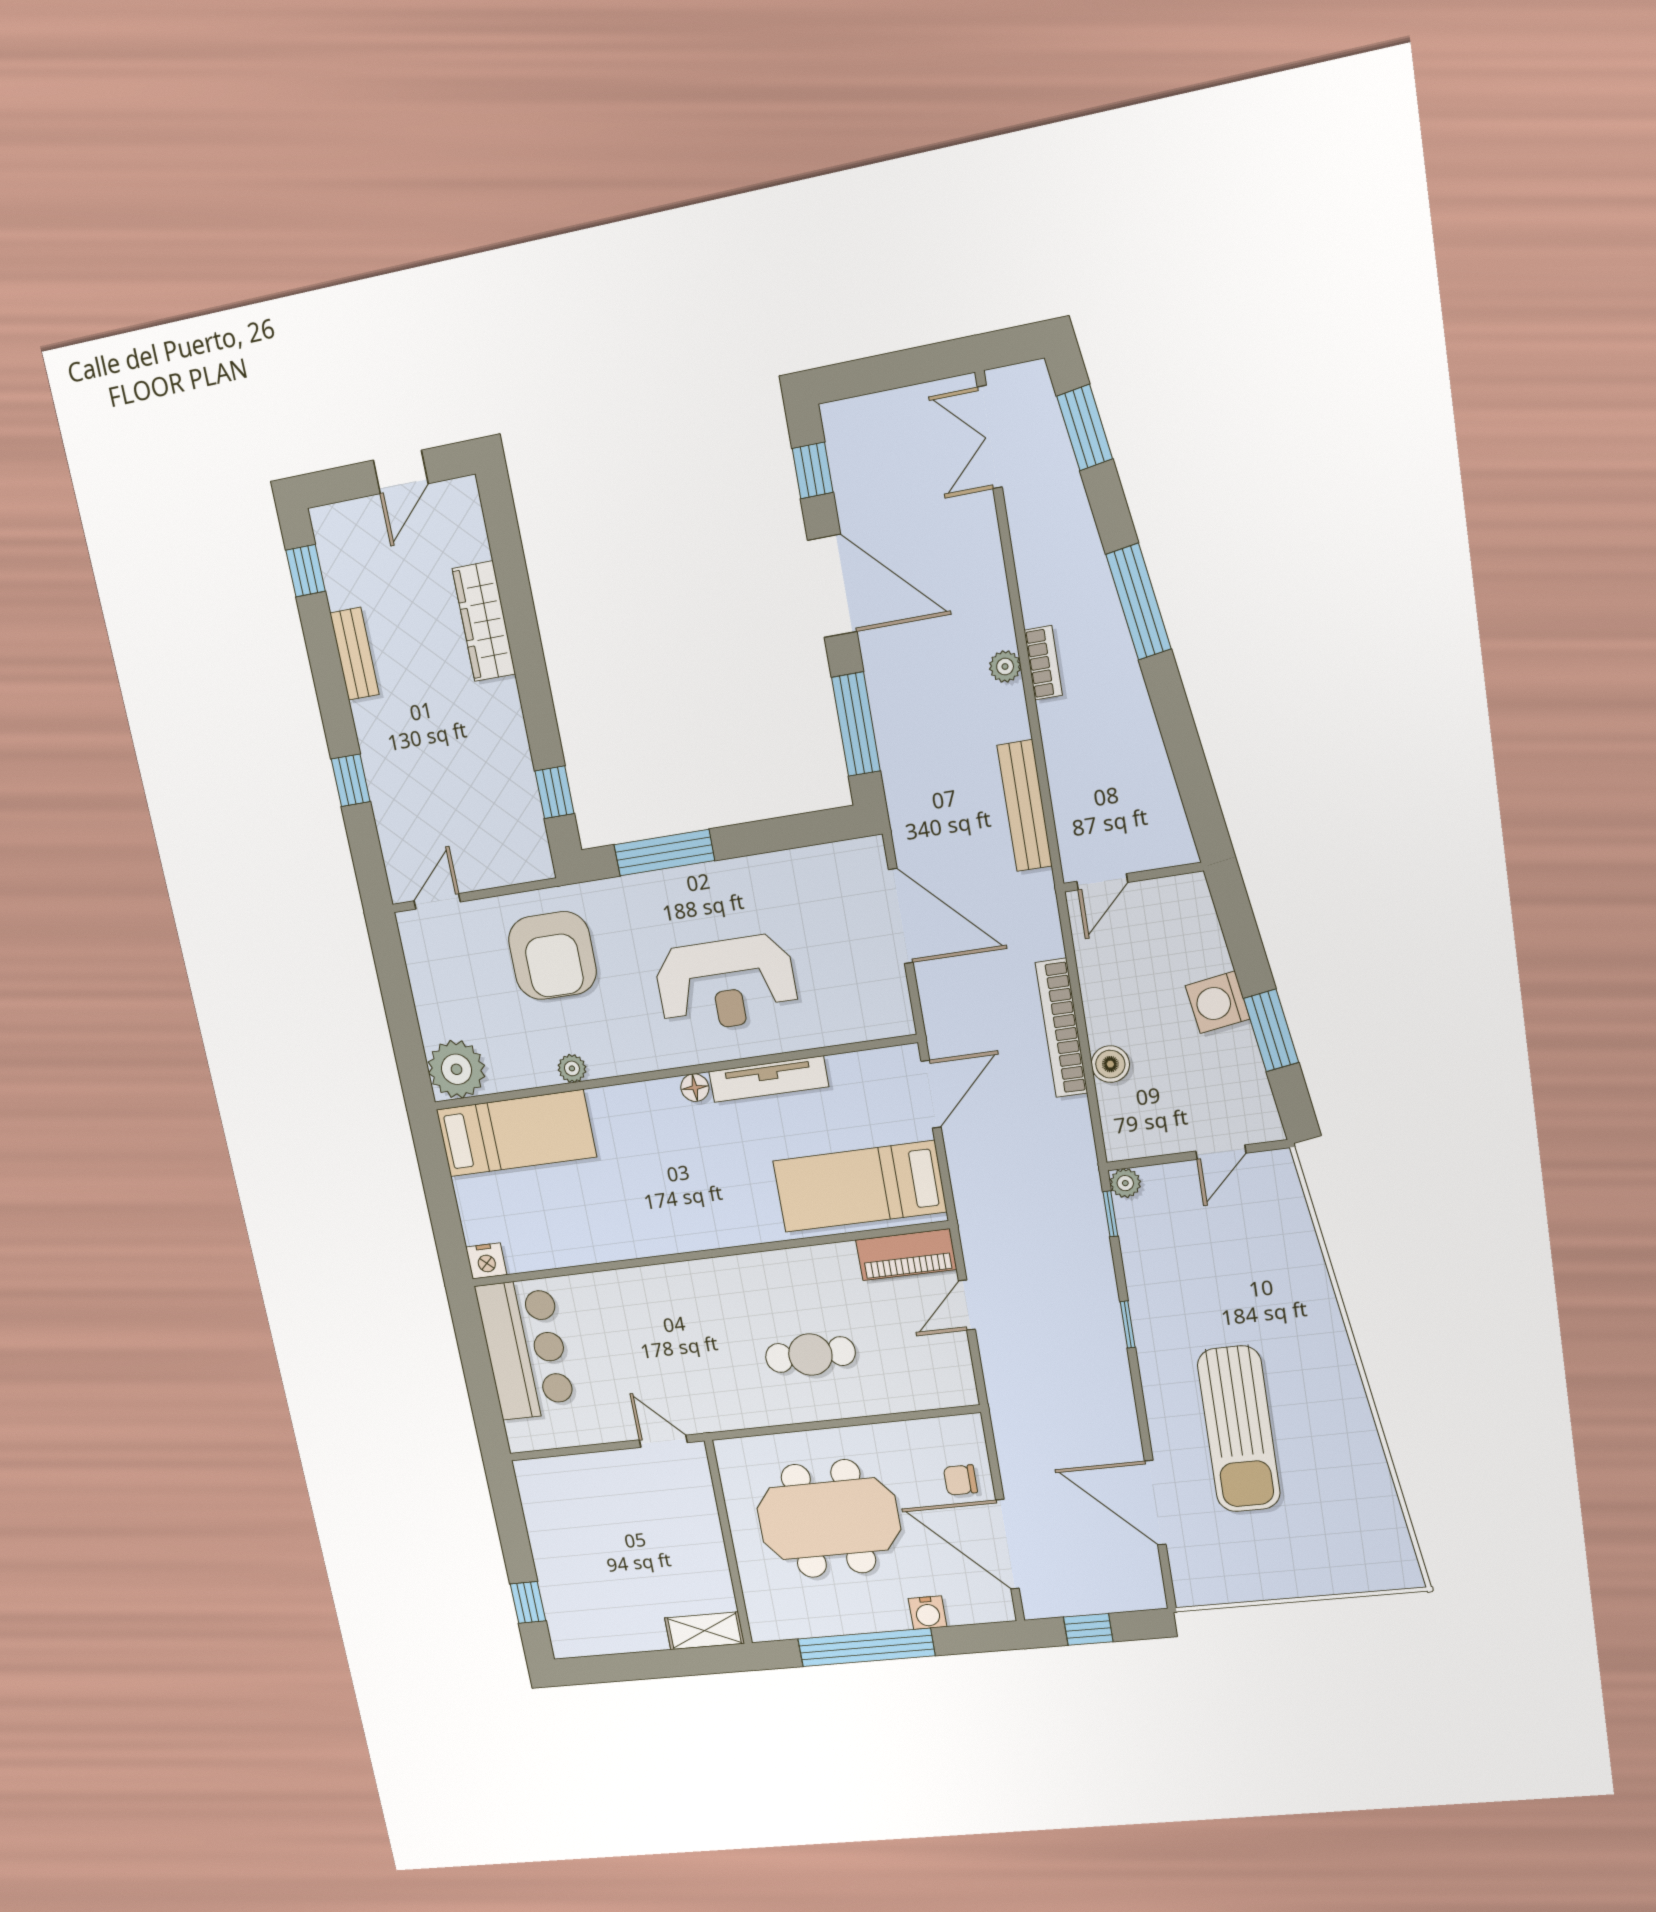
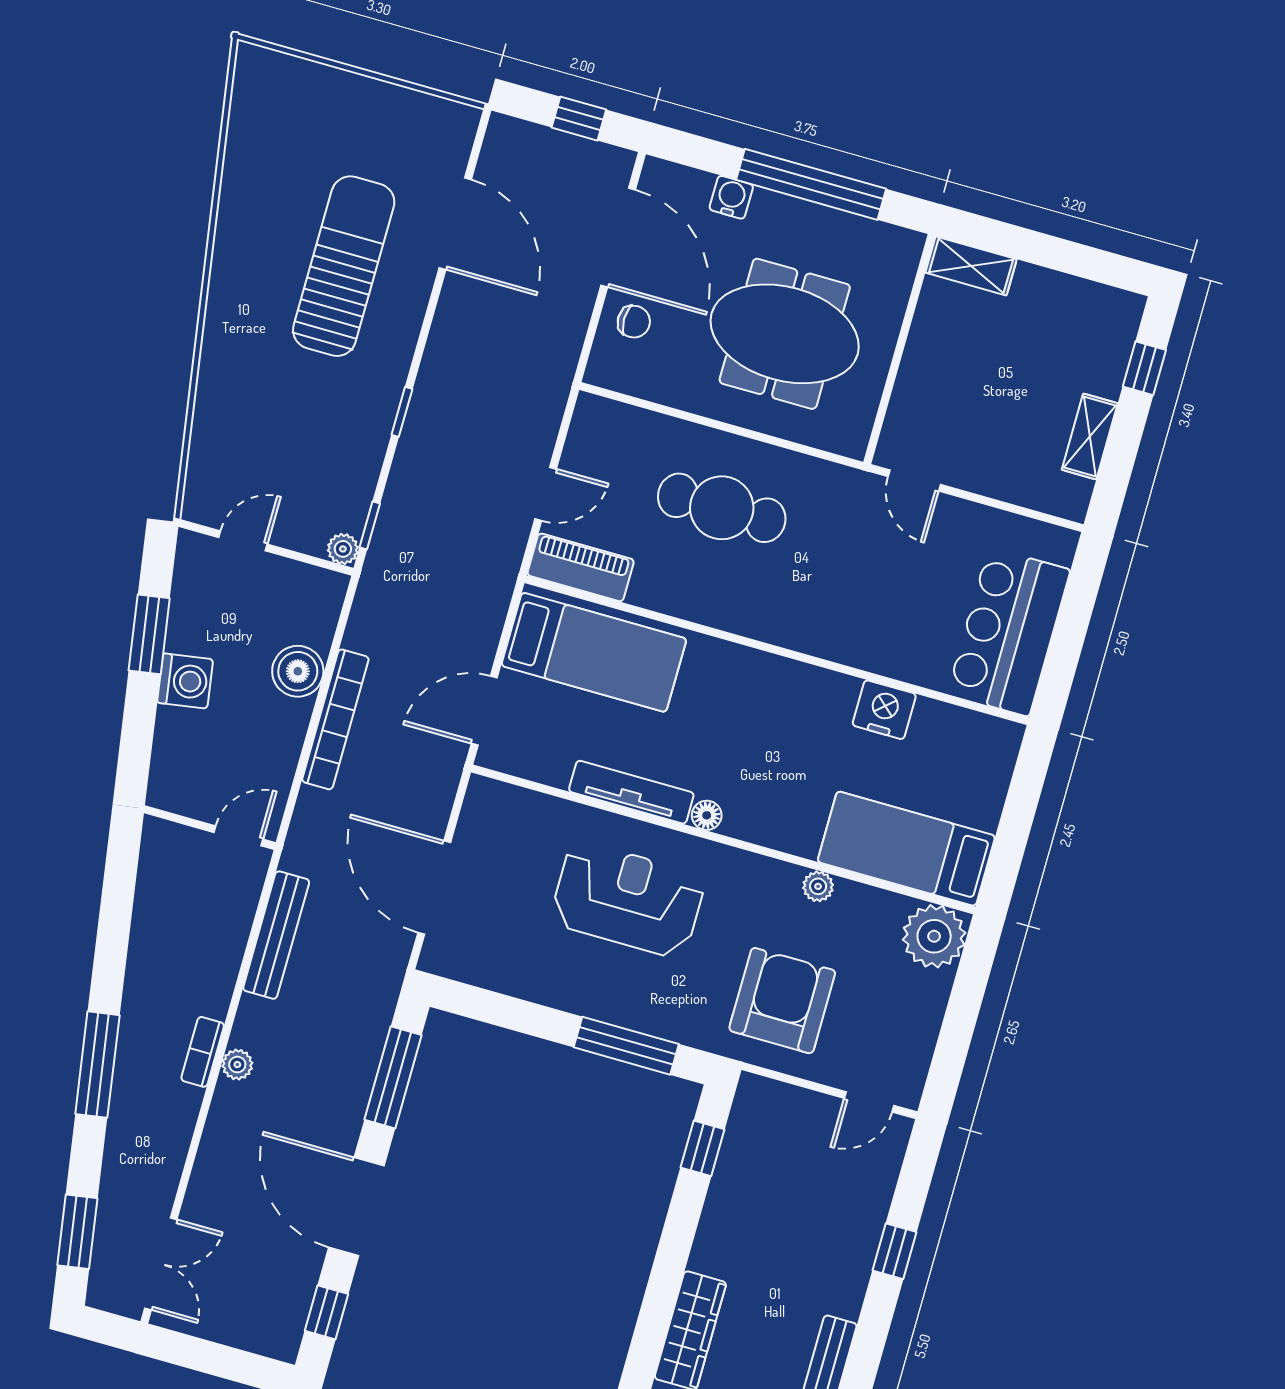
boiler: (1110, 1064) -> (298, 671), width x1.36, depth x1.36
nightstand: (486, 1261) -> (884, 710), moved, width x1.36, depth x1.33
cafe table: (810, 1355) -> (722, 508), width x1.37, depth x1.35
shelving: (542, 1532) -> (1090, 436), added

